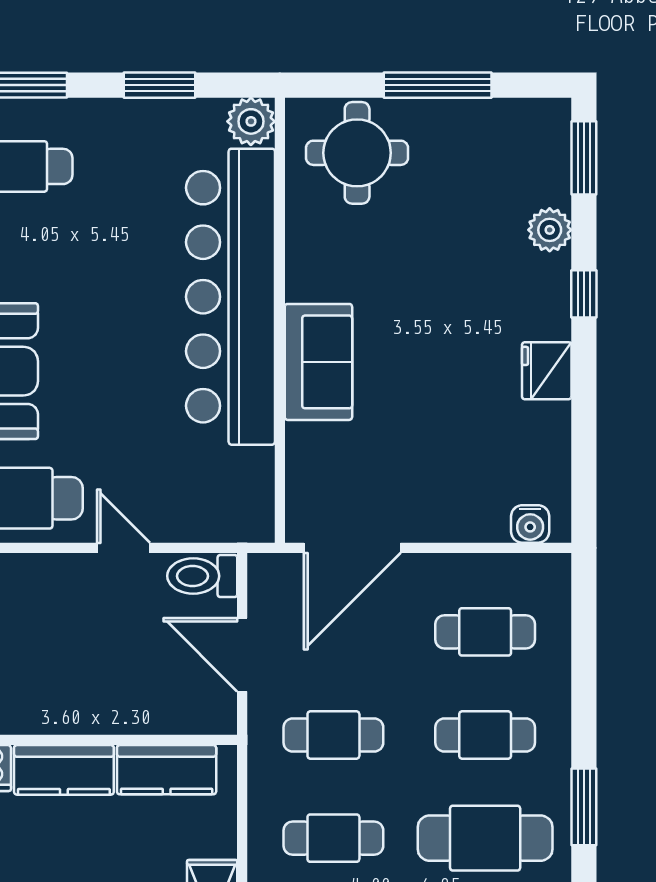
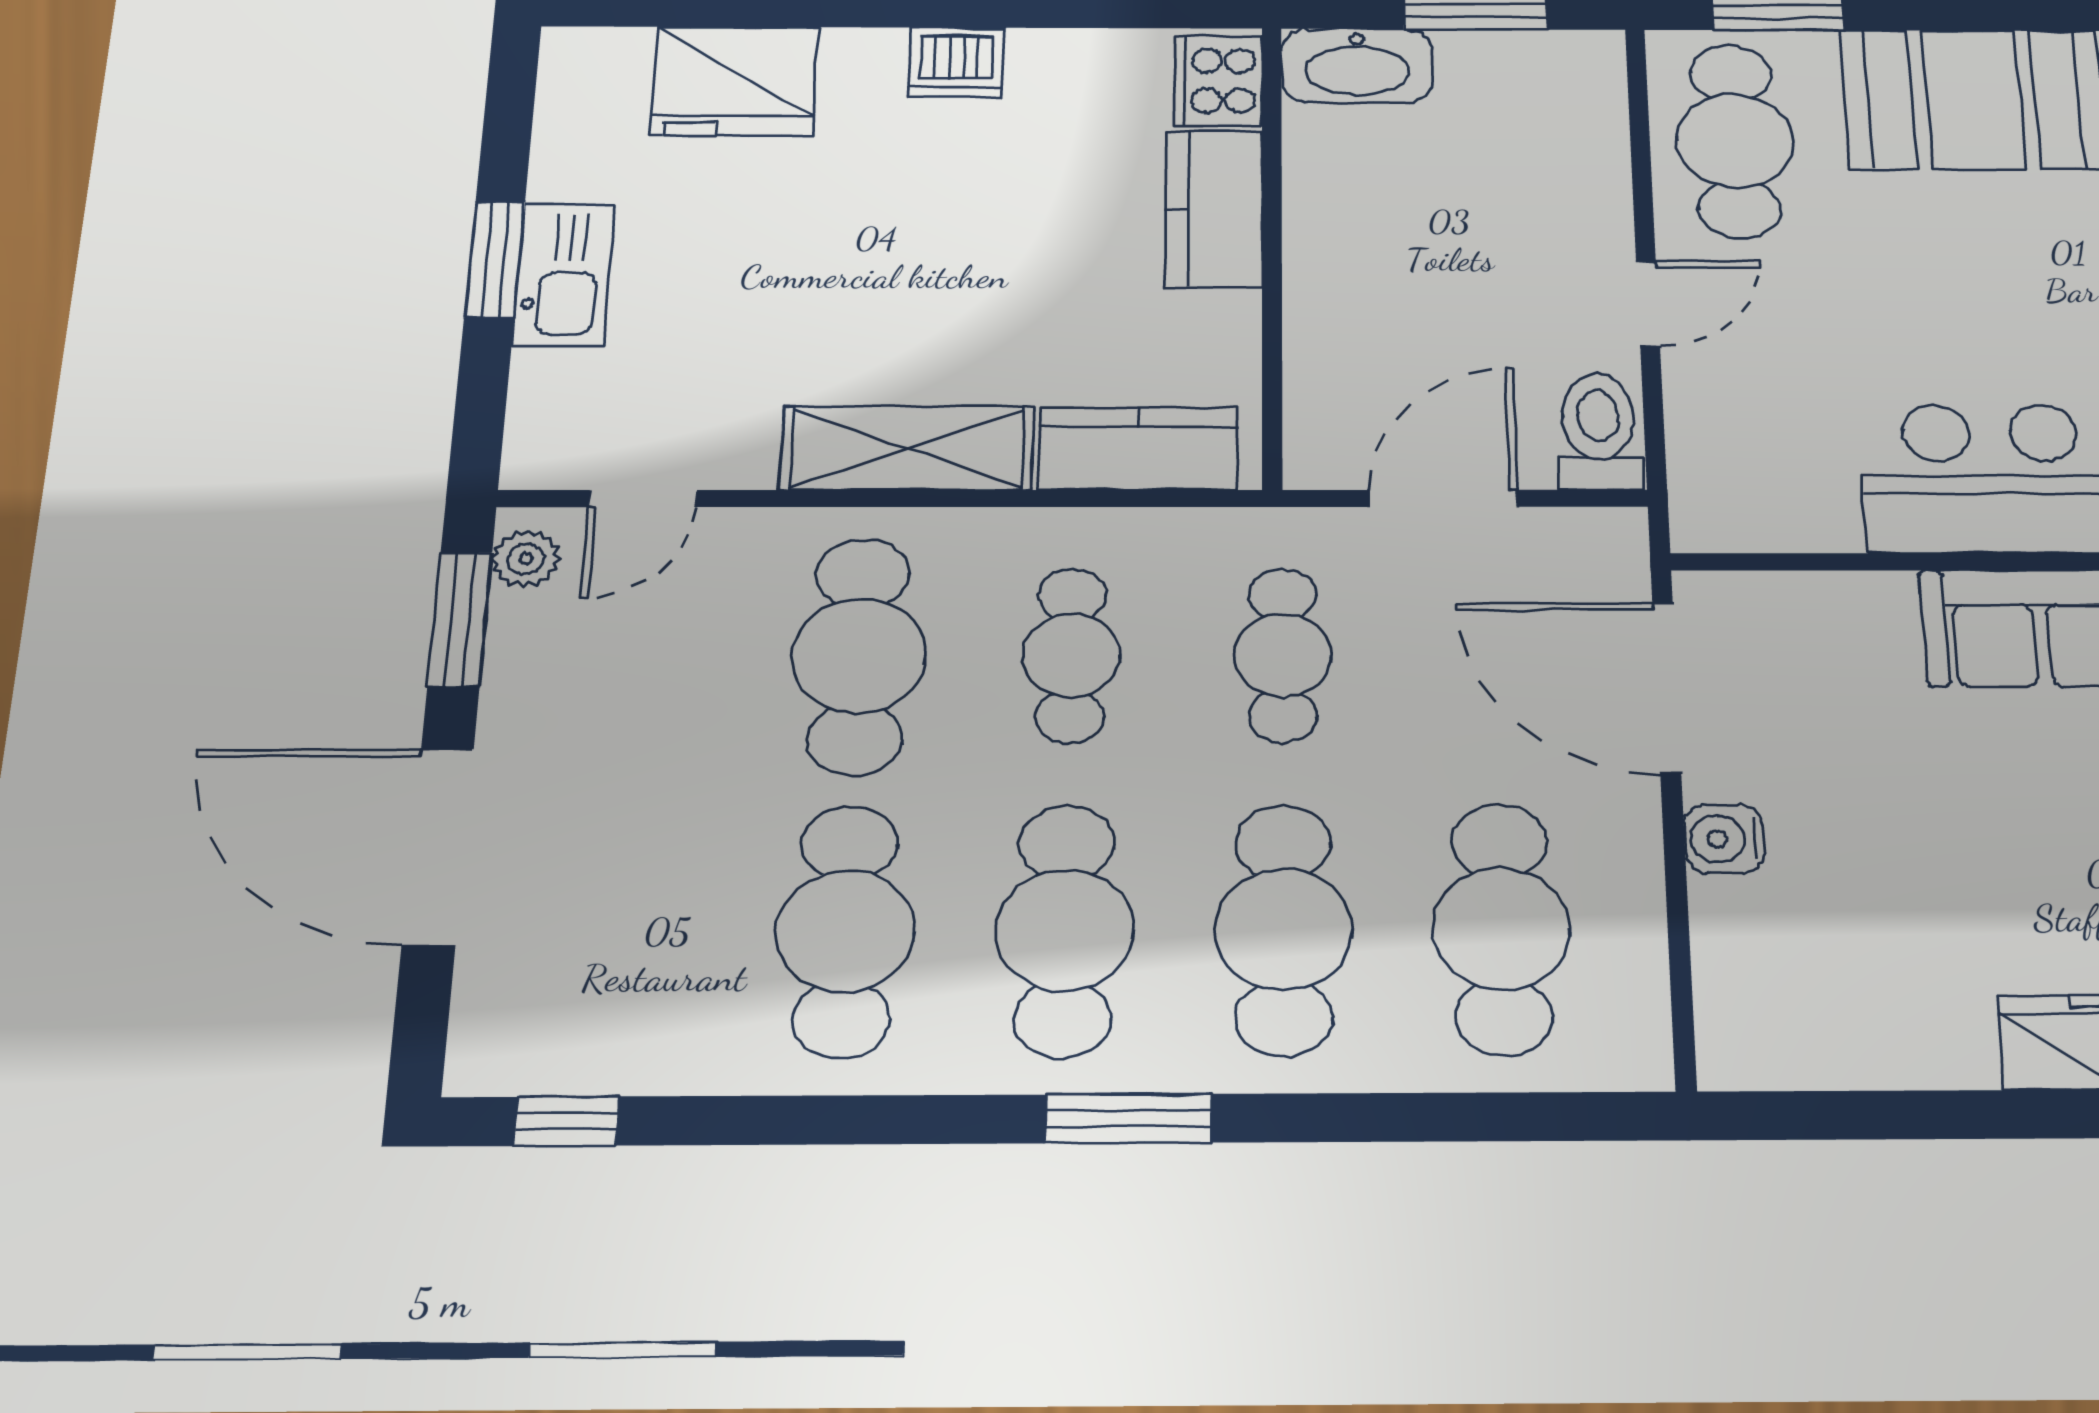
water cooler: (530, 524) -> (1724, 839), moved
cafe table: (485, 632) -> (1501, 929), width x1.37, depth x1.35
cafe table: (485, 735) -> (1283, 929), width x1.37, depth x1.35
kitchen counter: (167, 770) -> (1138, 449), moved, turned 90

